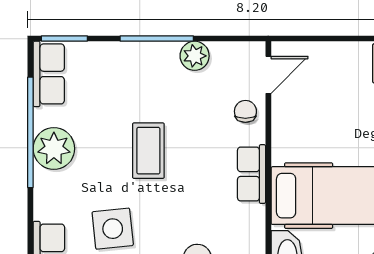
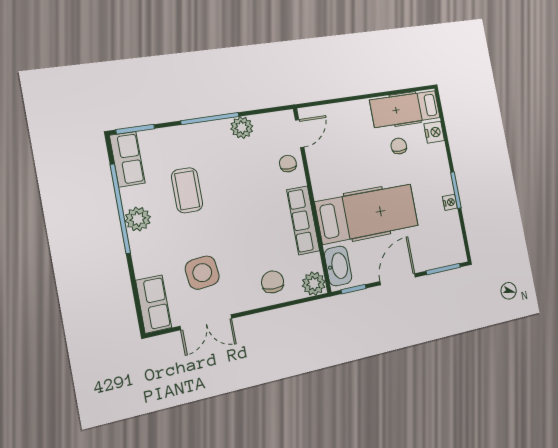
plant: (54, 149) -> (138, 219), width x0.73, depth x0.73
coffee table: (148, 151) -> (187, 190), moved
row of seats: (252, 174) -> (303, 220), width x1.48

